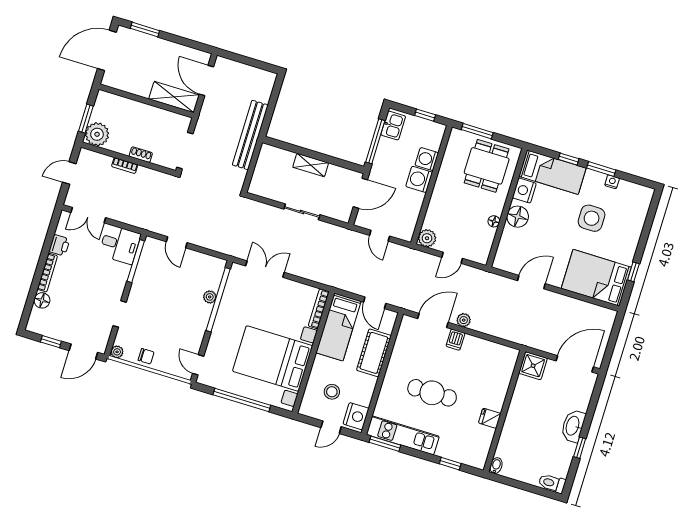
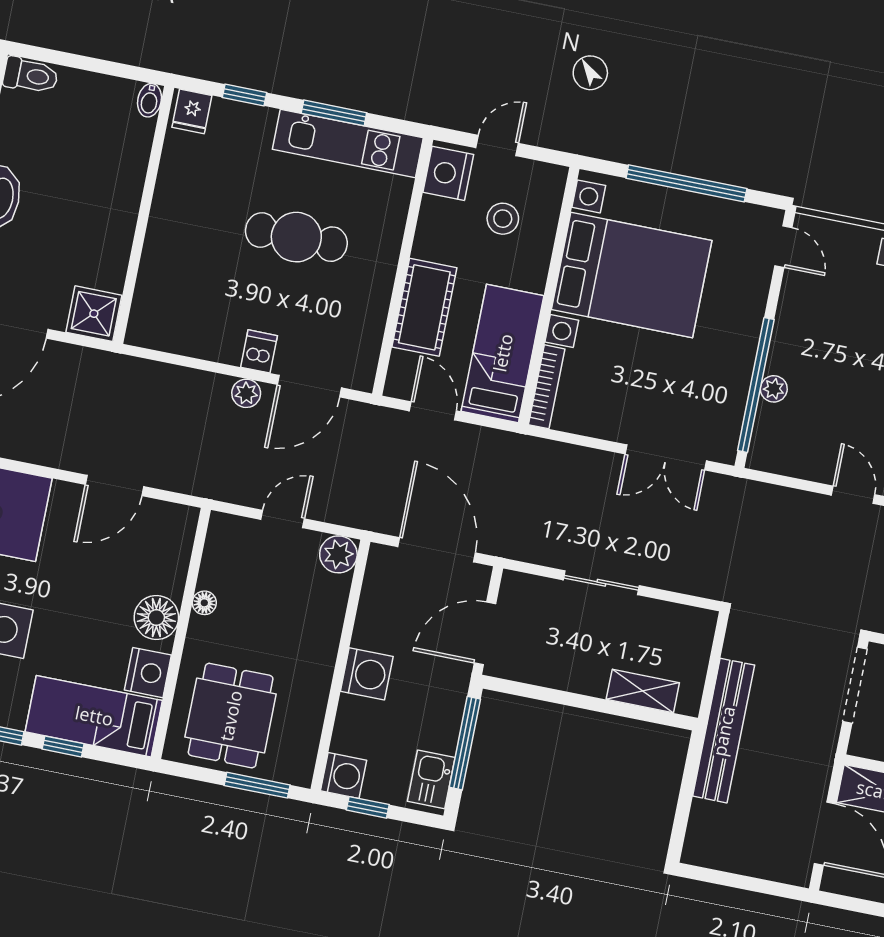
washing machine: (427, 159) -> (344, 776), moved
shelving: (311, 165) -> (643, 691), moved
door: (380, 236) -> (437, 550), width x1.88
fridge: (490, 418) -> (192, 111), moved, turned 90
window: (385, 444) -> (334, 113), moved

